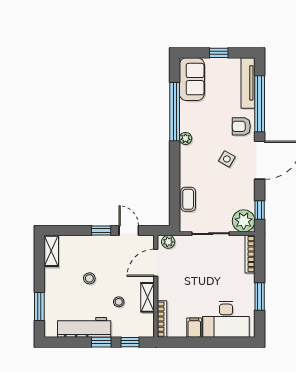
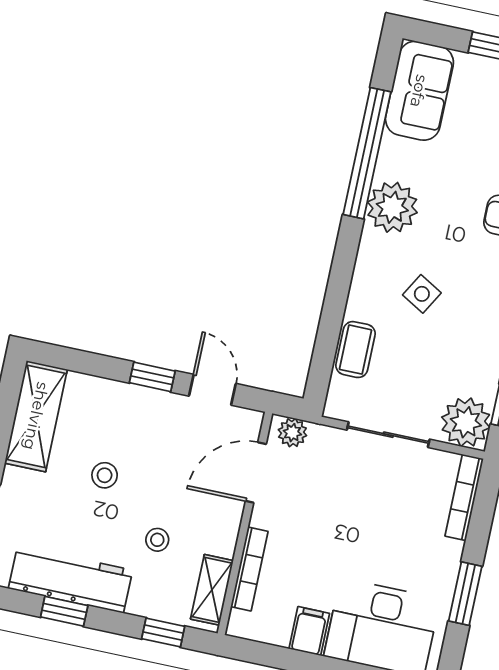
plant: (185, 138) -> (392, 207), width x1.87, depth x1.87
side table: (227, 159) -> (422, 294), moved
shelving: (51, 251) -> (36, 416), width x1.50, depth x1.33
shelving: (147, 297) -> (212, 590), moved
bookcase: (162, 319) -> (249, 569), moved
window: (101, 342) -> (64, 611), moved

